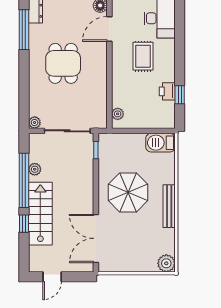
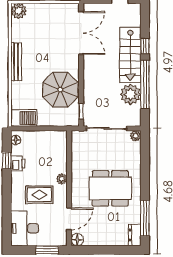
rug: (143, 56) -> (39, 195), turned 90
dining table: (63, 63) -> (110, 188), width x1.38
plant: (118, 114) -> (62, 179), moved
floor lamp: (170, 118) -> (16, 140), added
plant: (35, 169) -> (131, 94), width x1.88, depth x1.88
parasol: (128, 192) -> (60, 90), moved

